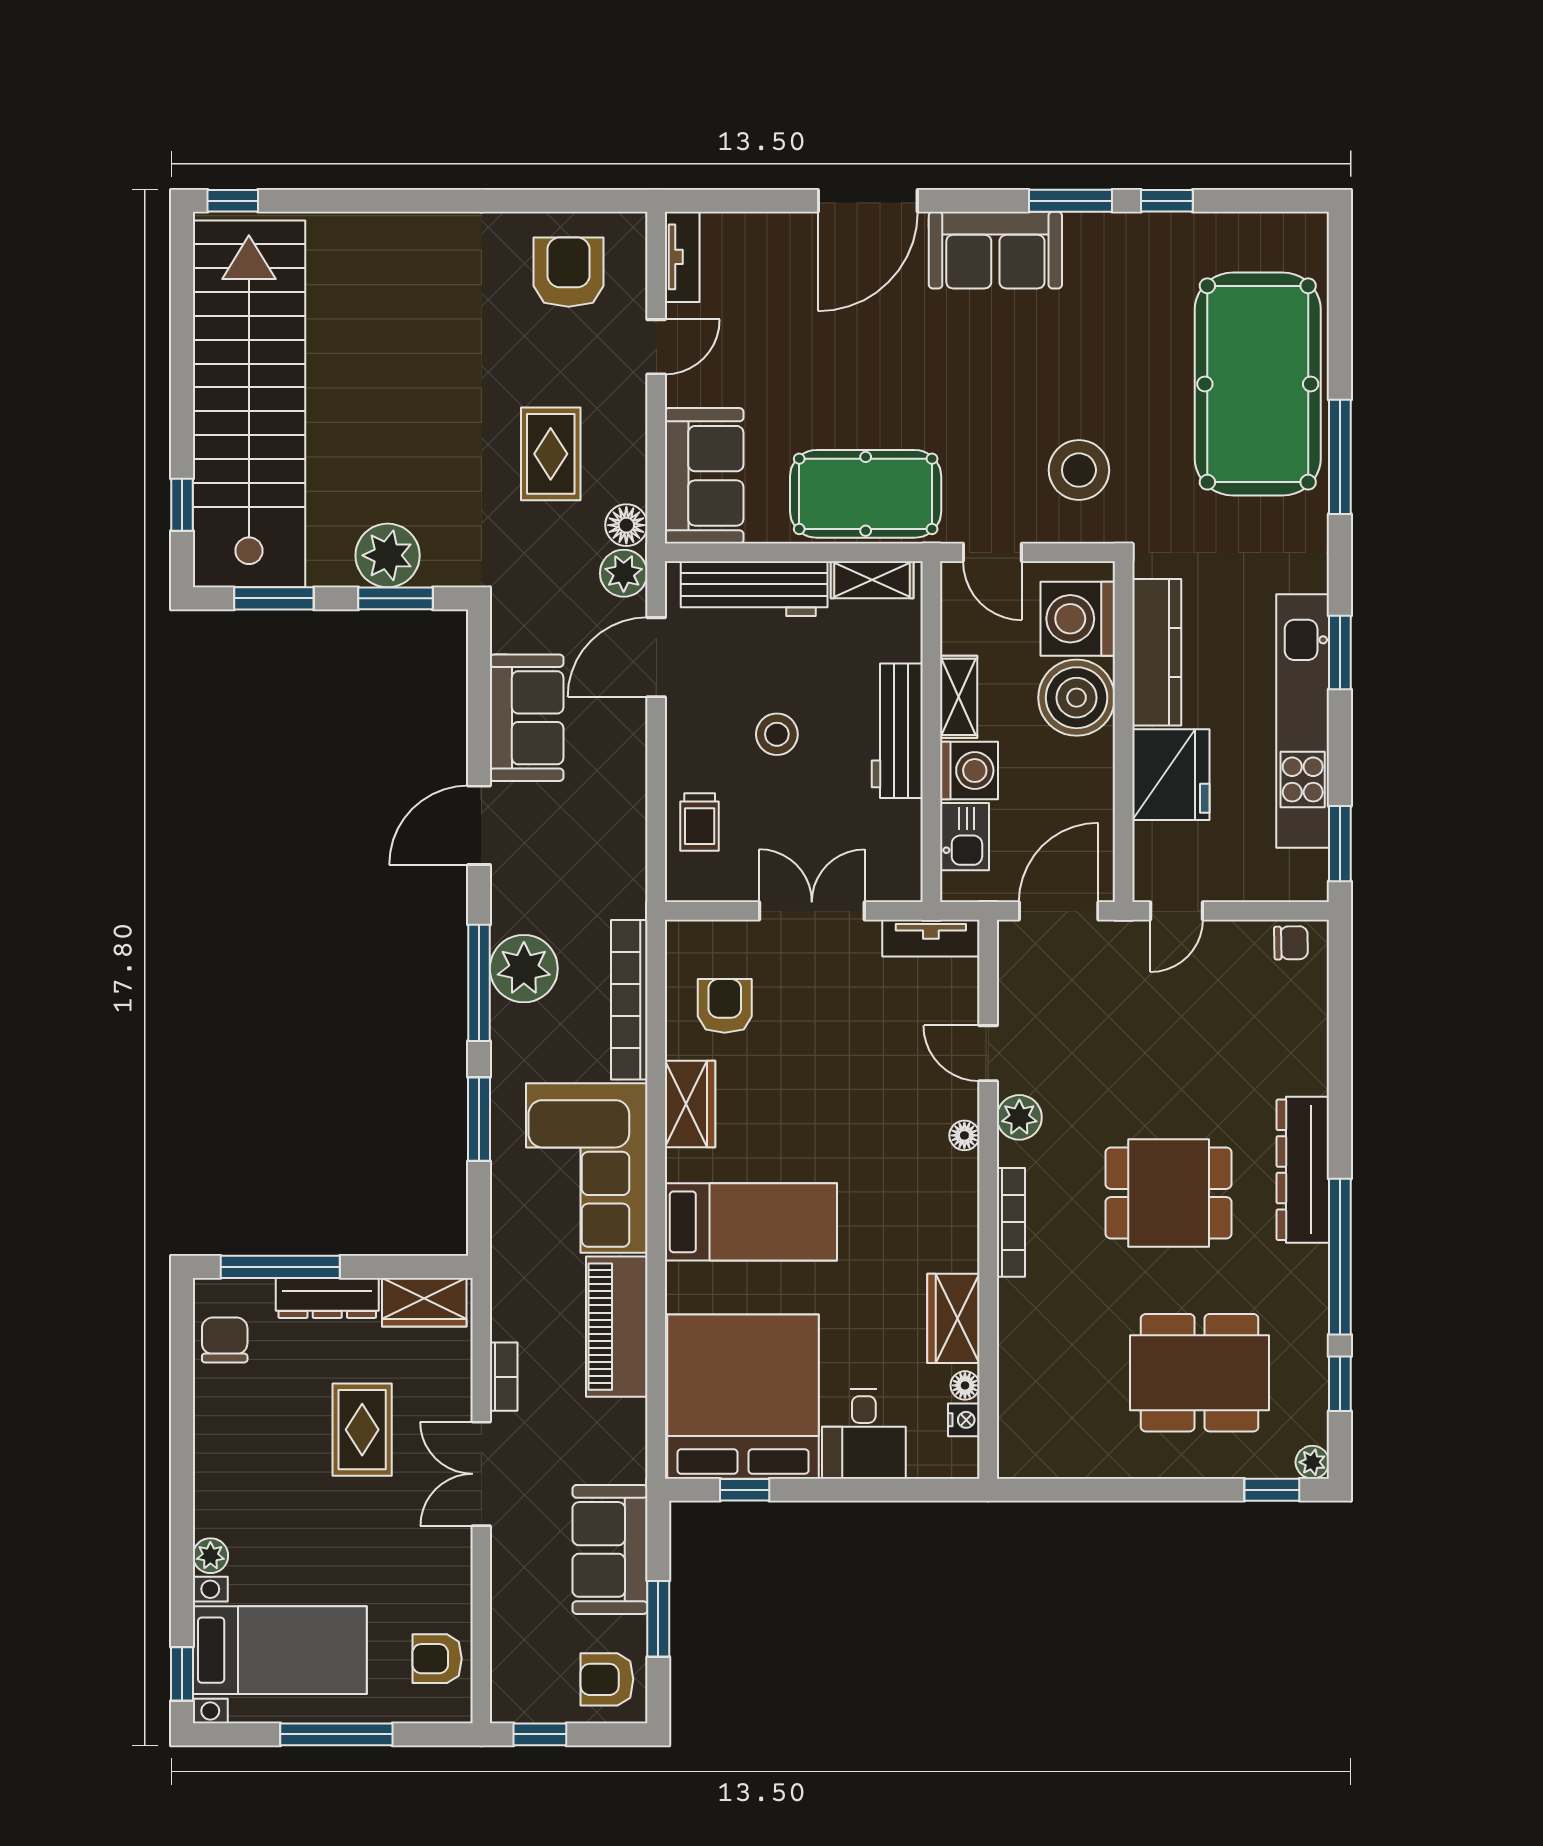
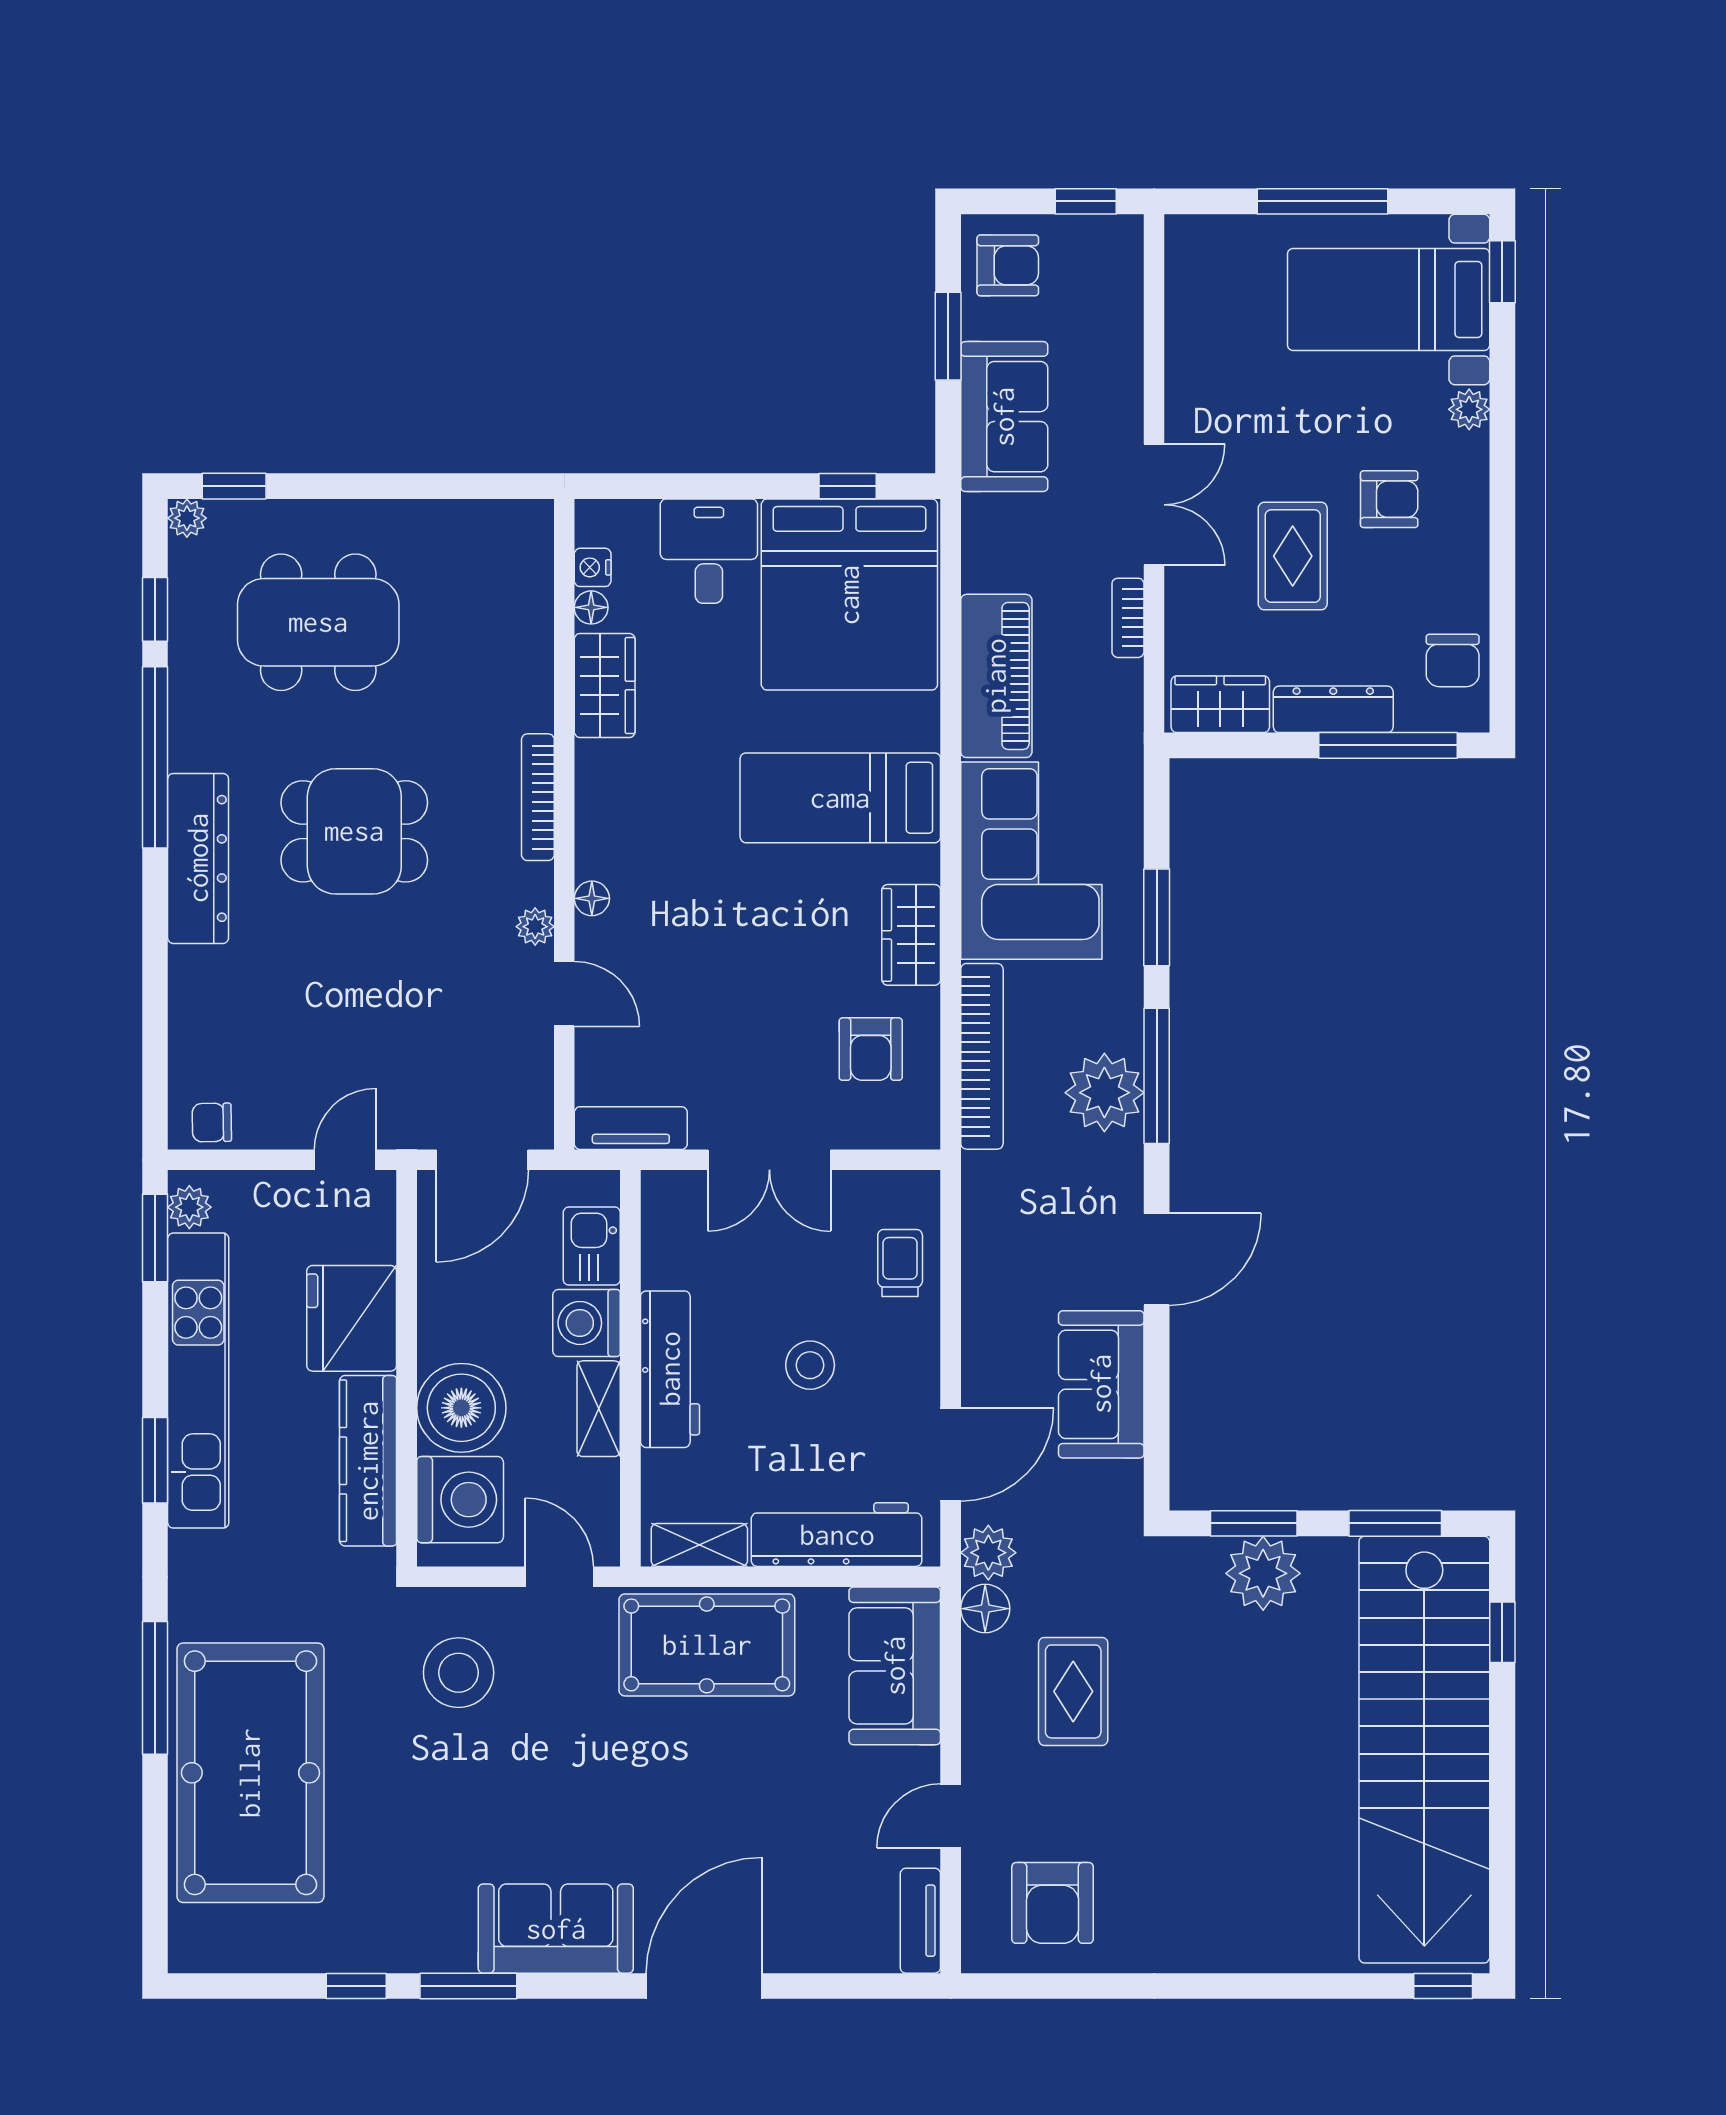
plant: (1310, 870) -> (189, 1207), added
plant: (1019, 1117) -> (535, 927), width x0.73, depth x0.73
armchair: (437, 1659) -> (1389, 499), moved

